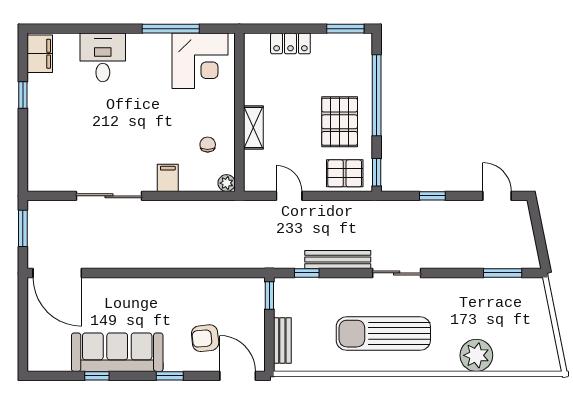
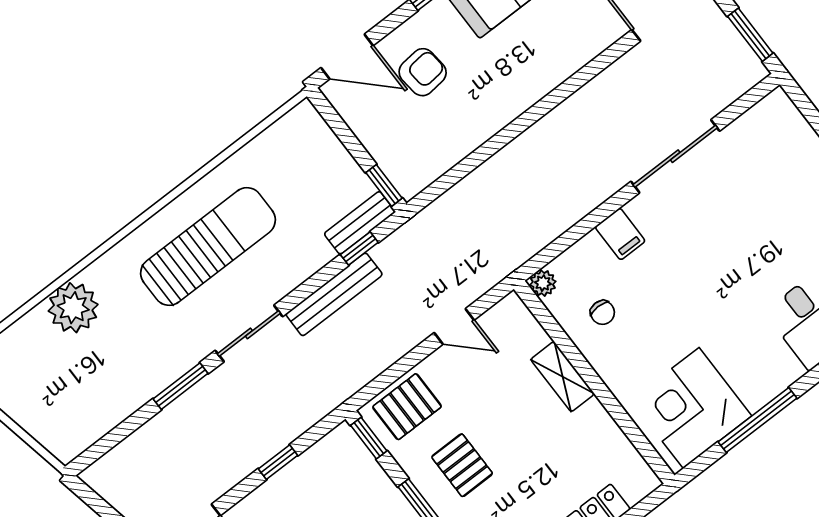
pallet: (340, 122) -> (462, 465), width x0.67, depth x0.71
window: (503, 273) -> (181, 386), moved
bench: (282, 340) -> (360, 223), moved, turned 90

